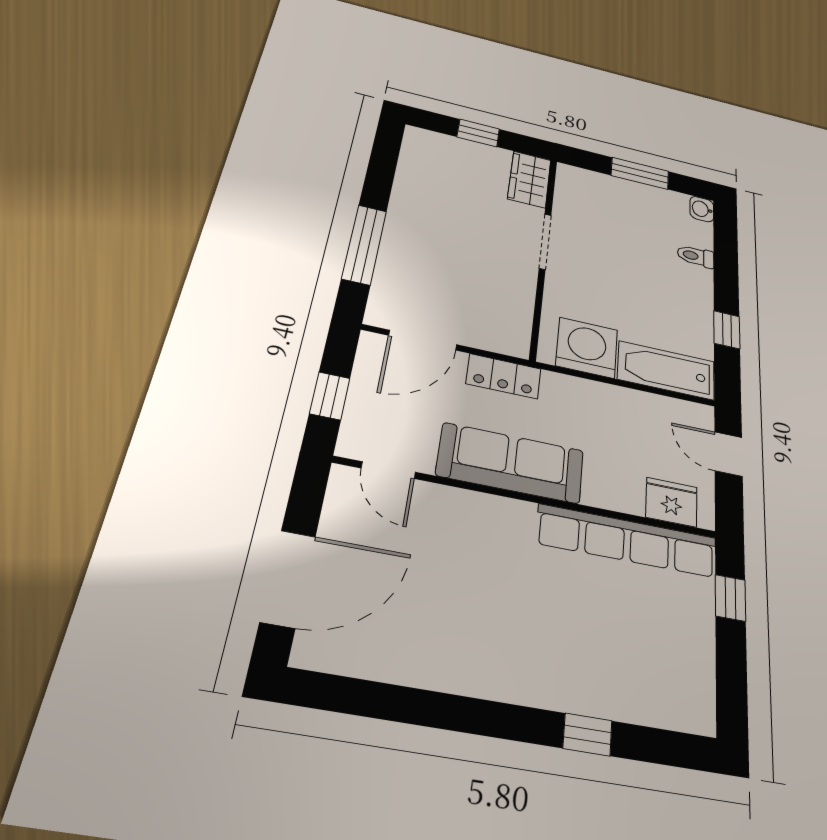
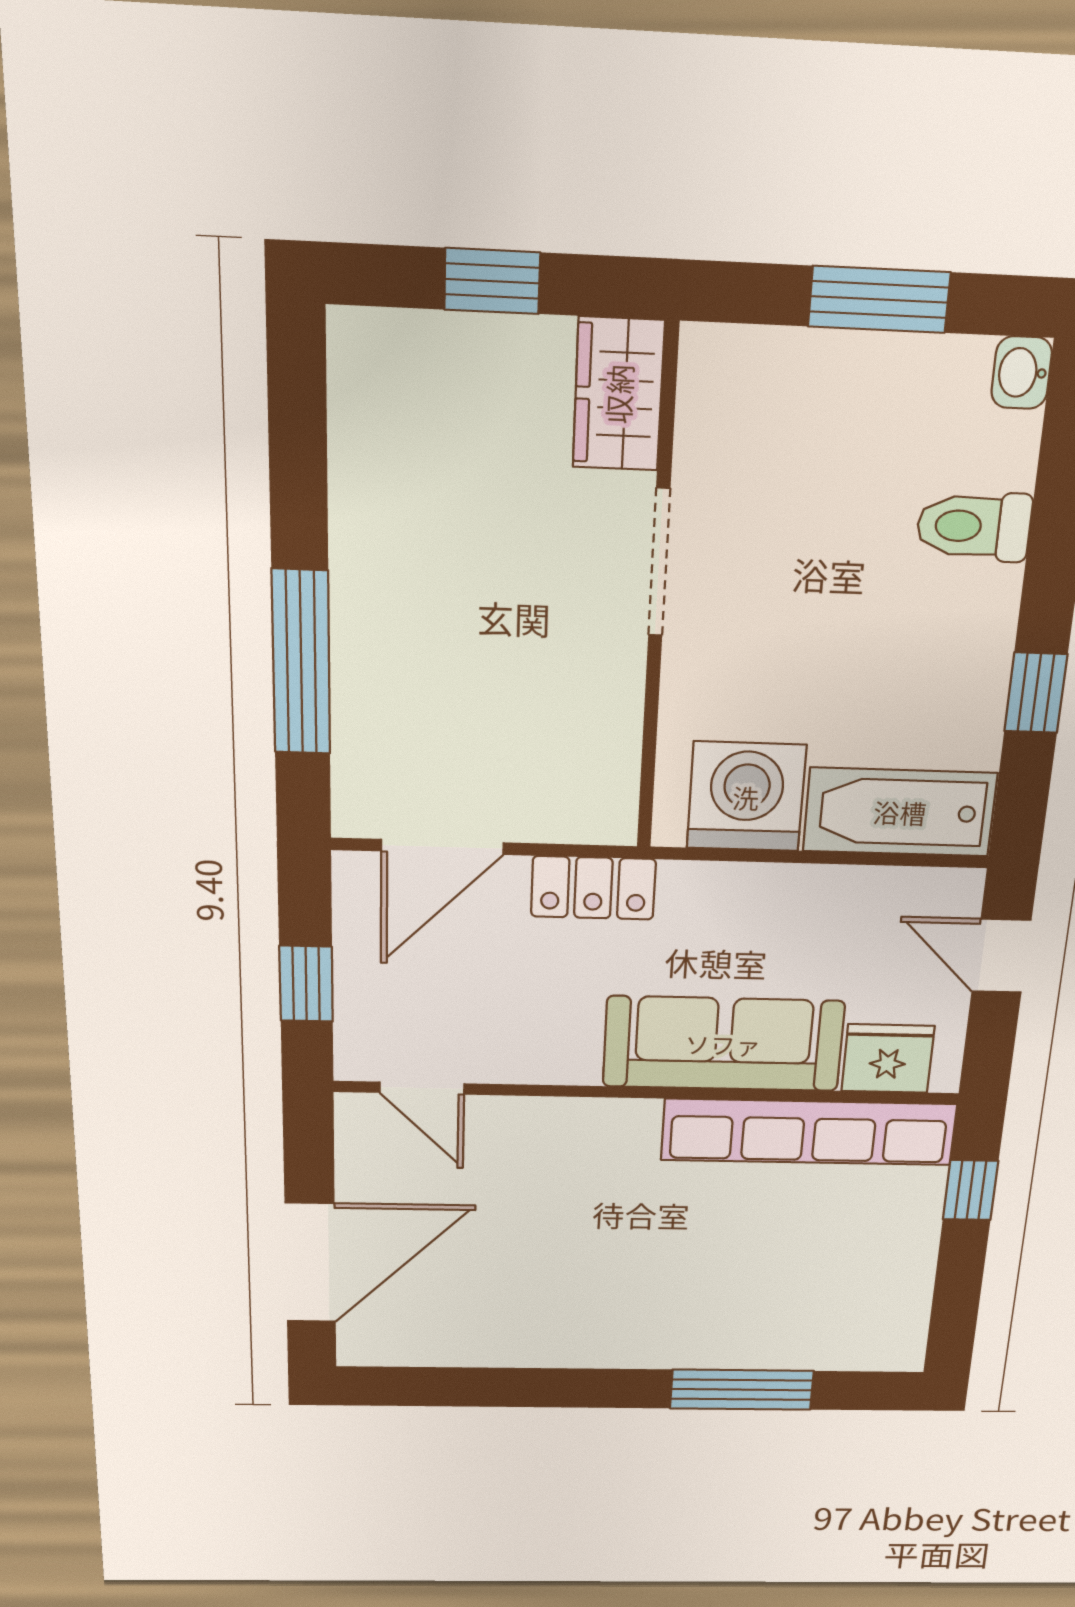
toilet: (696, 256) -> (974, 526), width x1.37, depth x1.39
sofa: (511, 463) -> (723, 1044), moved
window: (588, 735) -> (742, 1390), width x2.17

